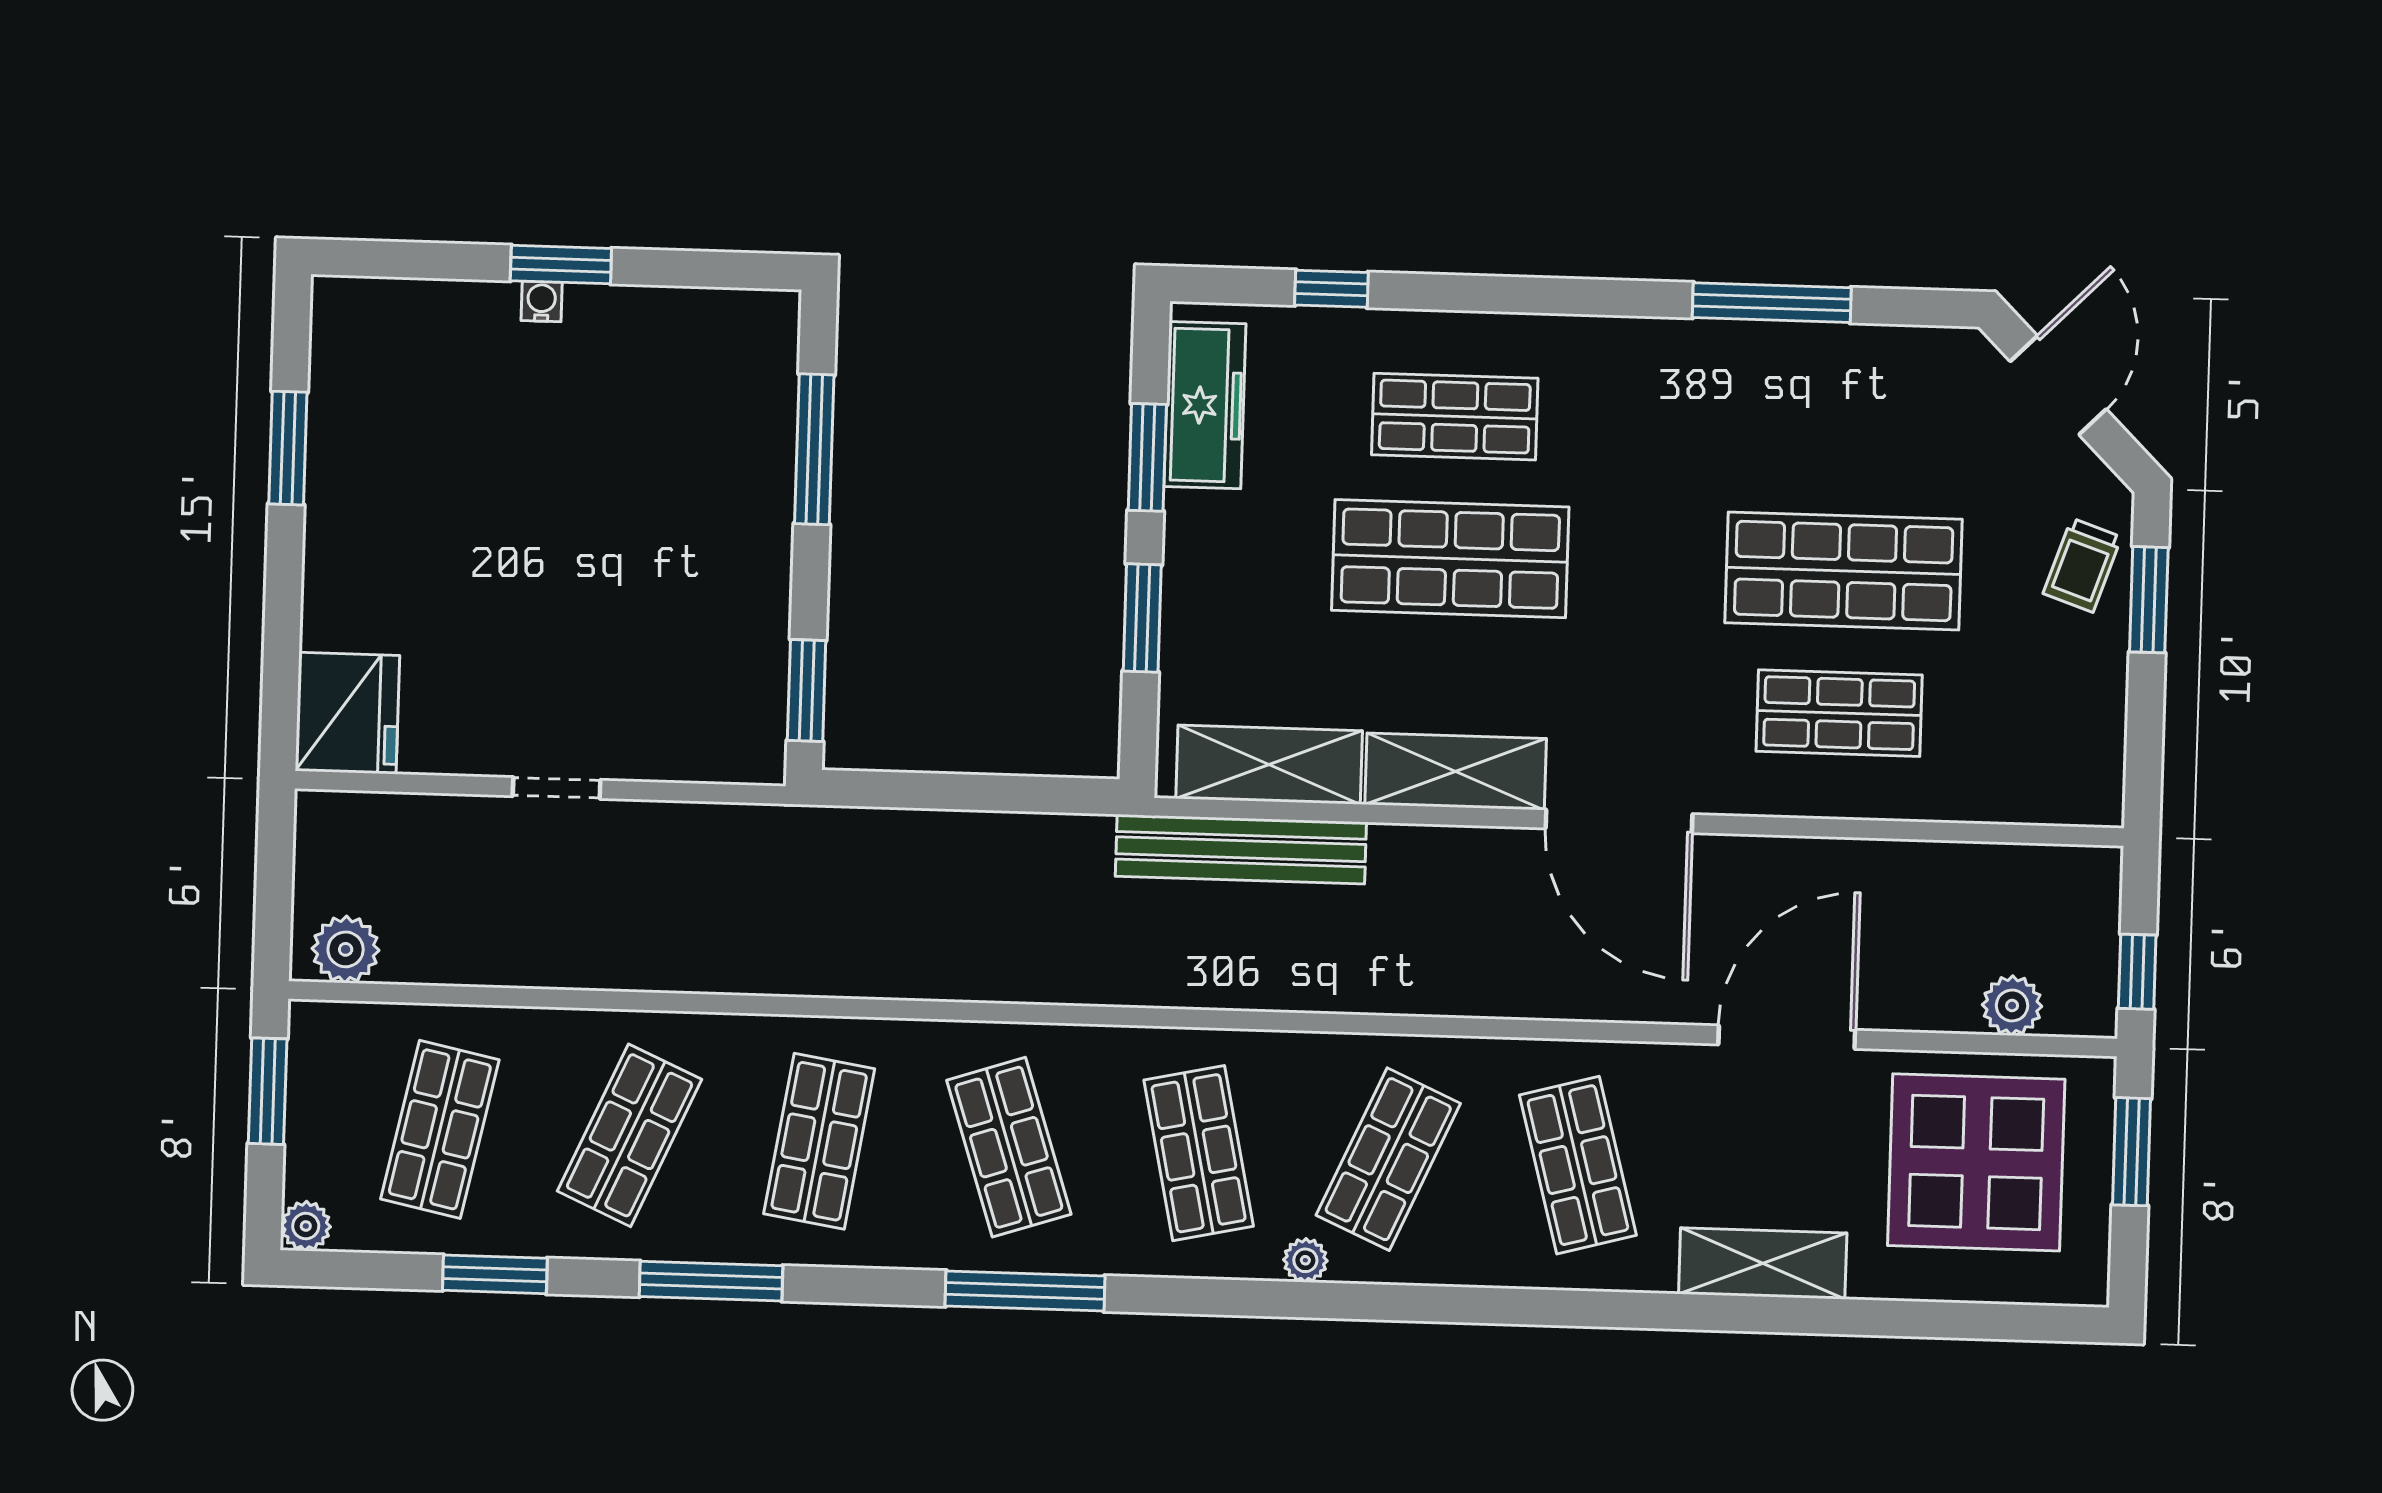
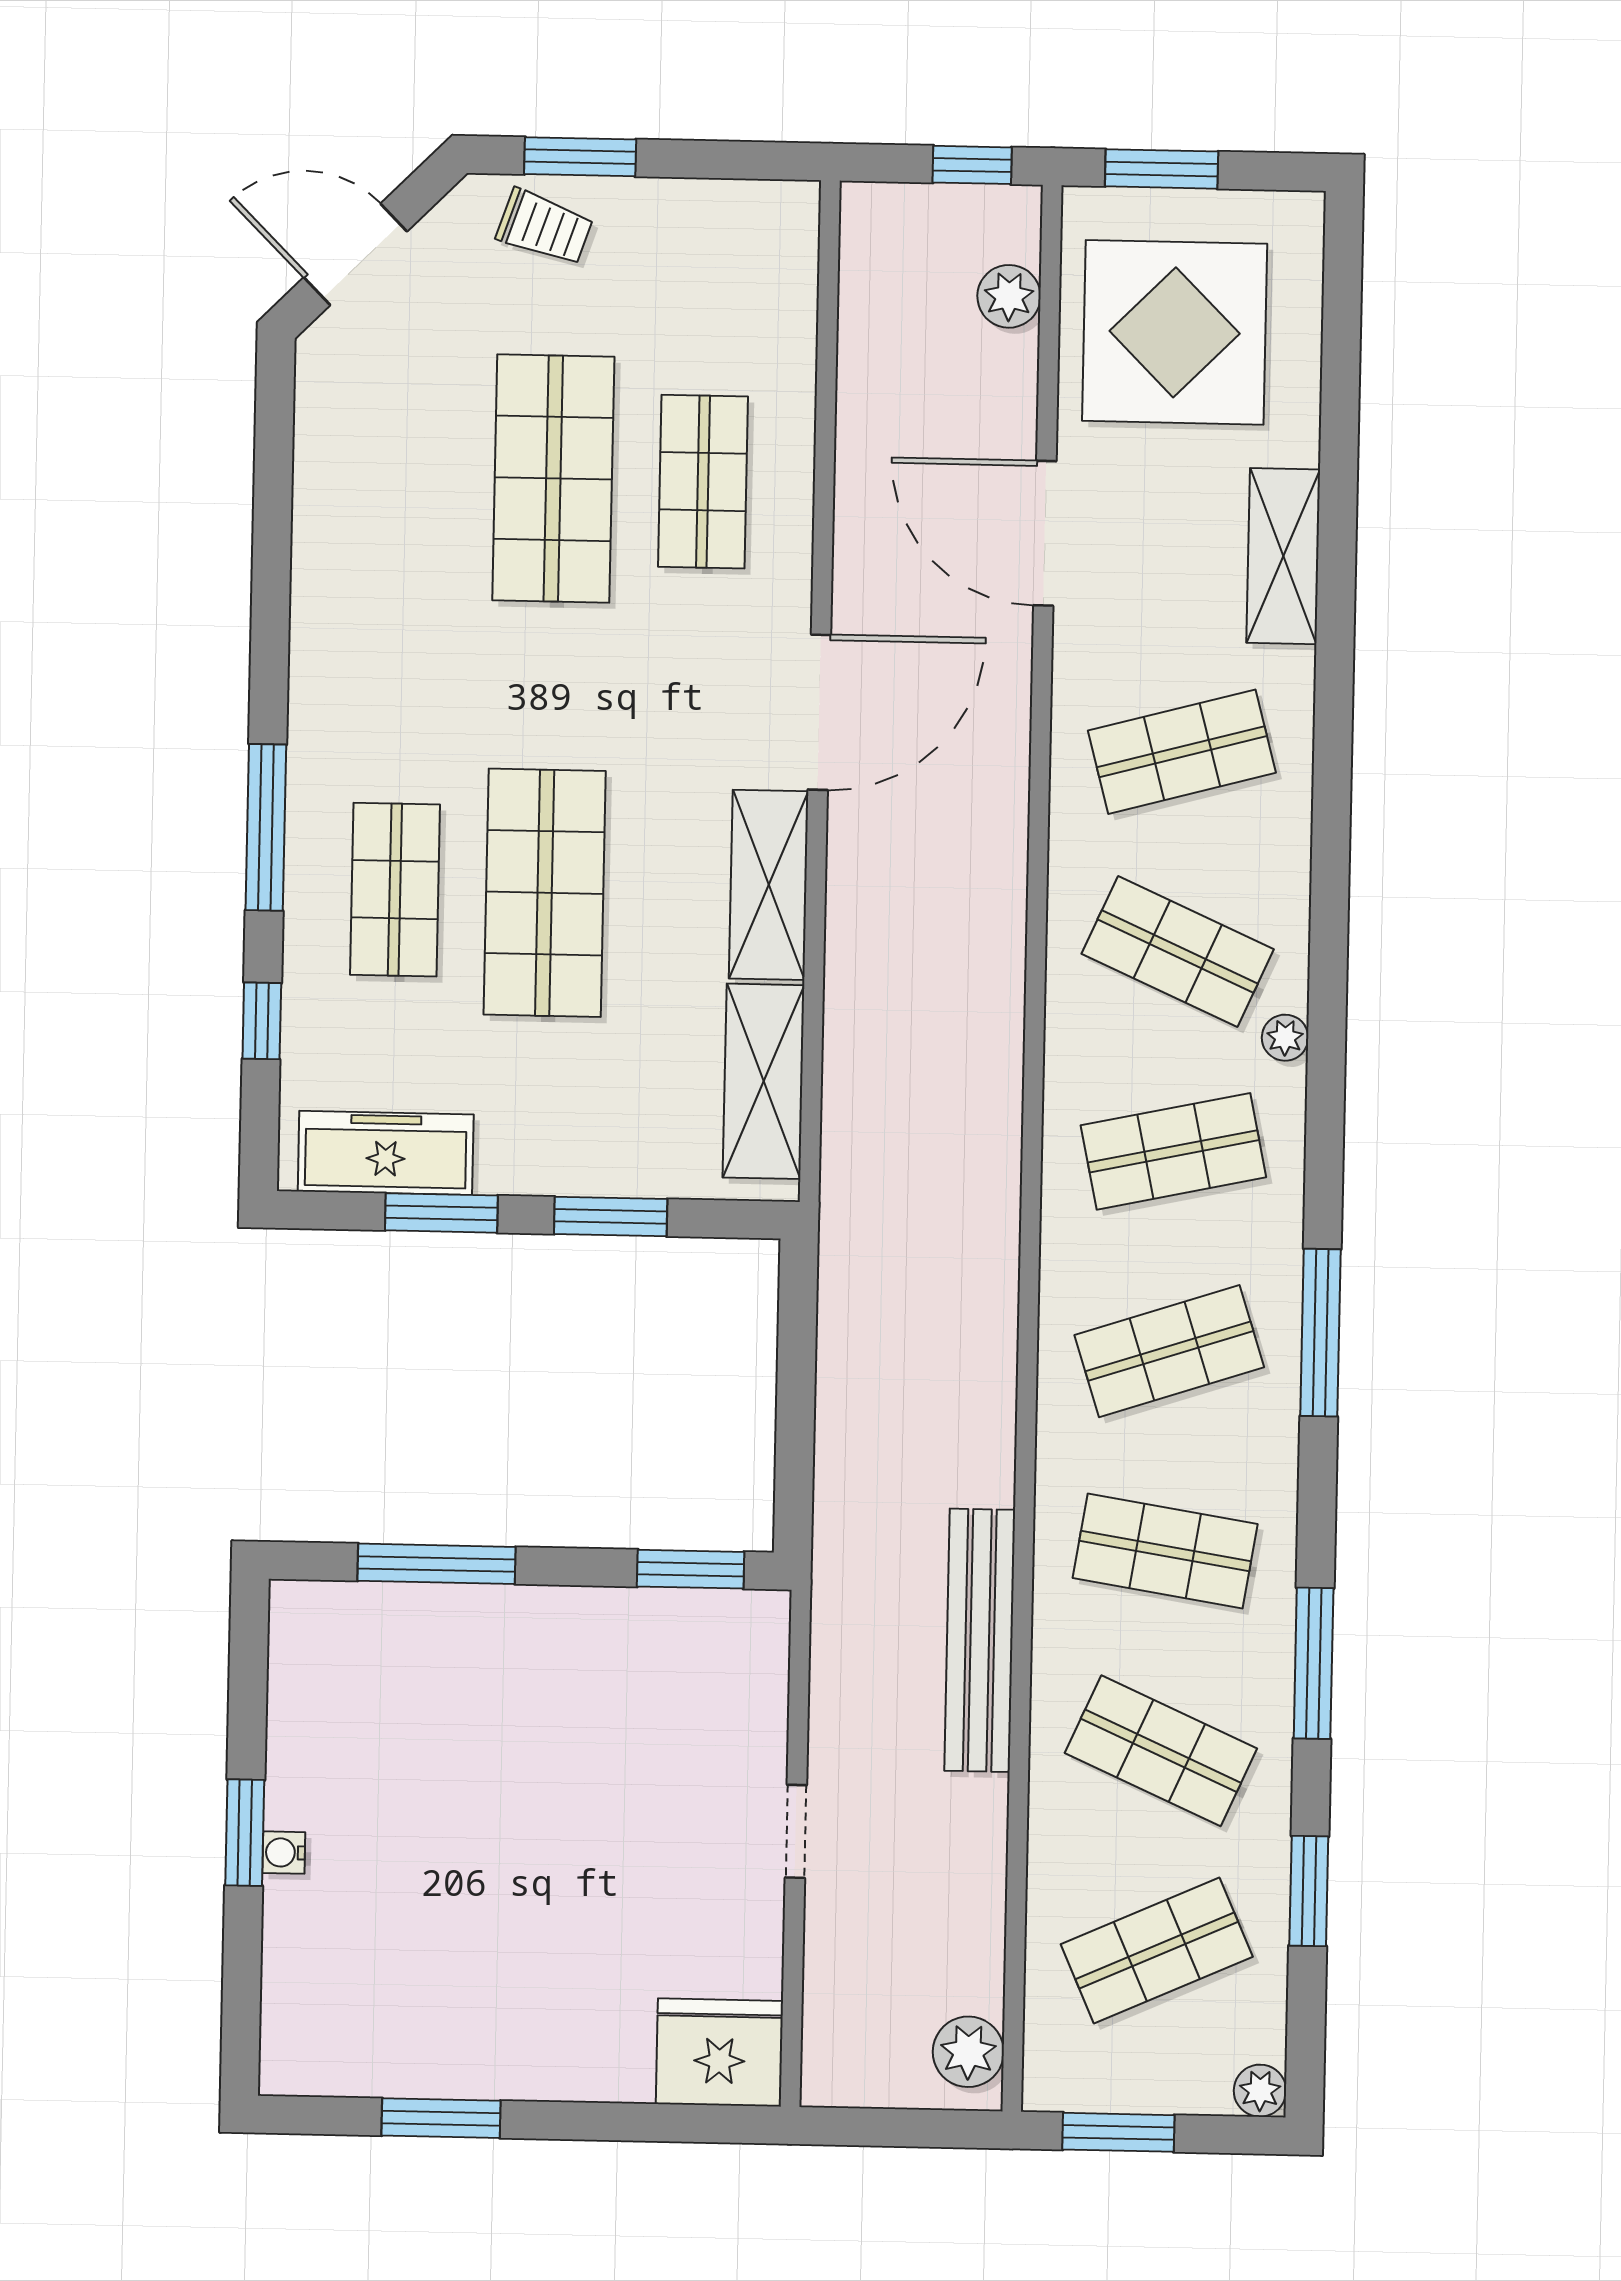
window: (1772, 303) -> (266, 827), moved
bench: (1241, 849) -> (980, 1640), moved
shop shelf: (440, 1129) -> (1157, 1951), turned -36

